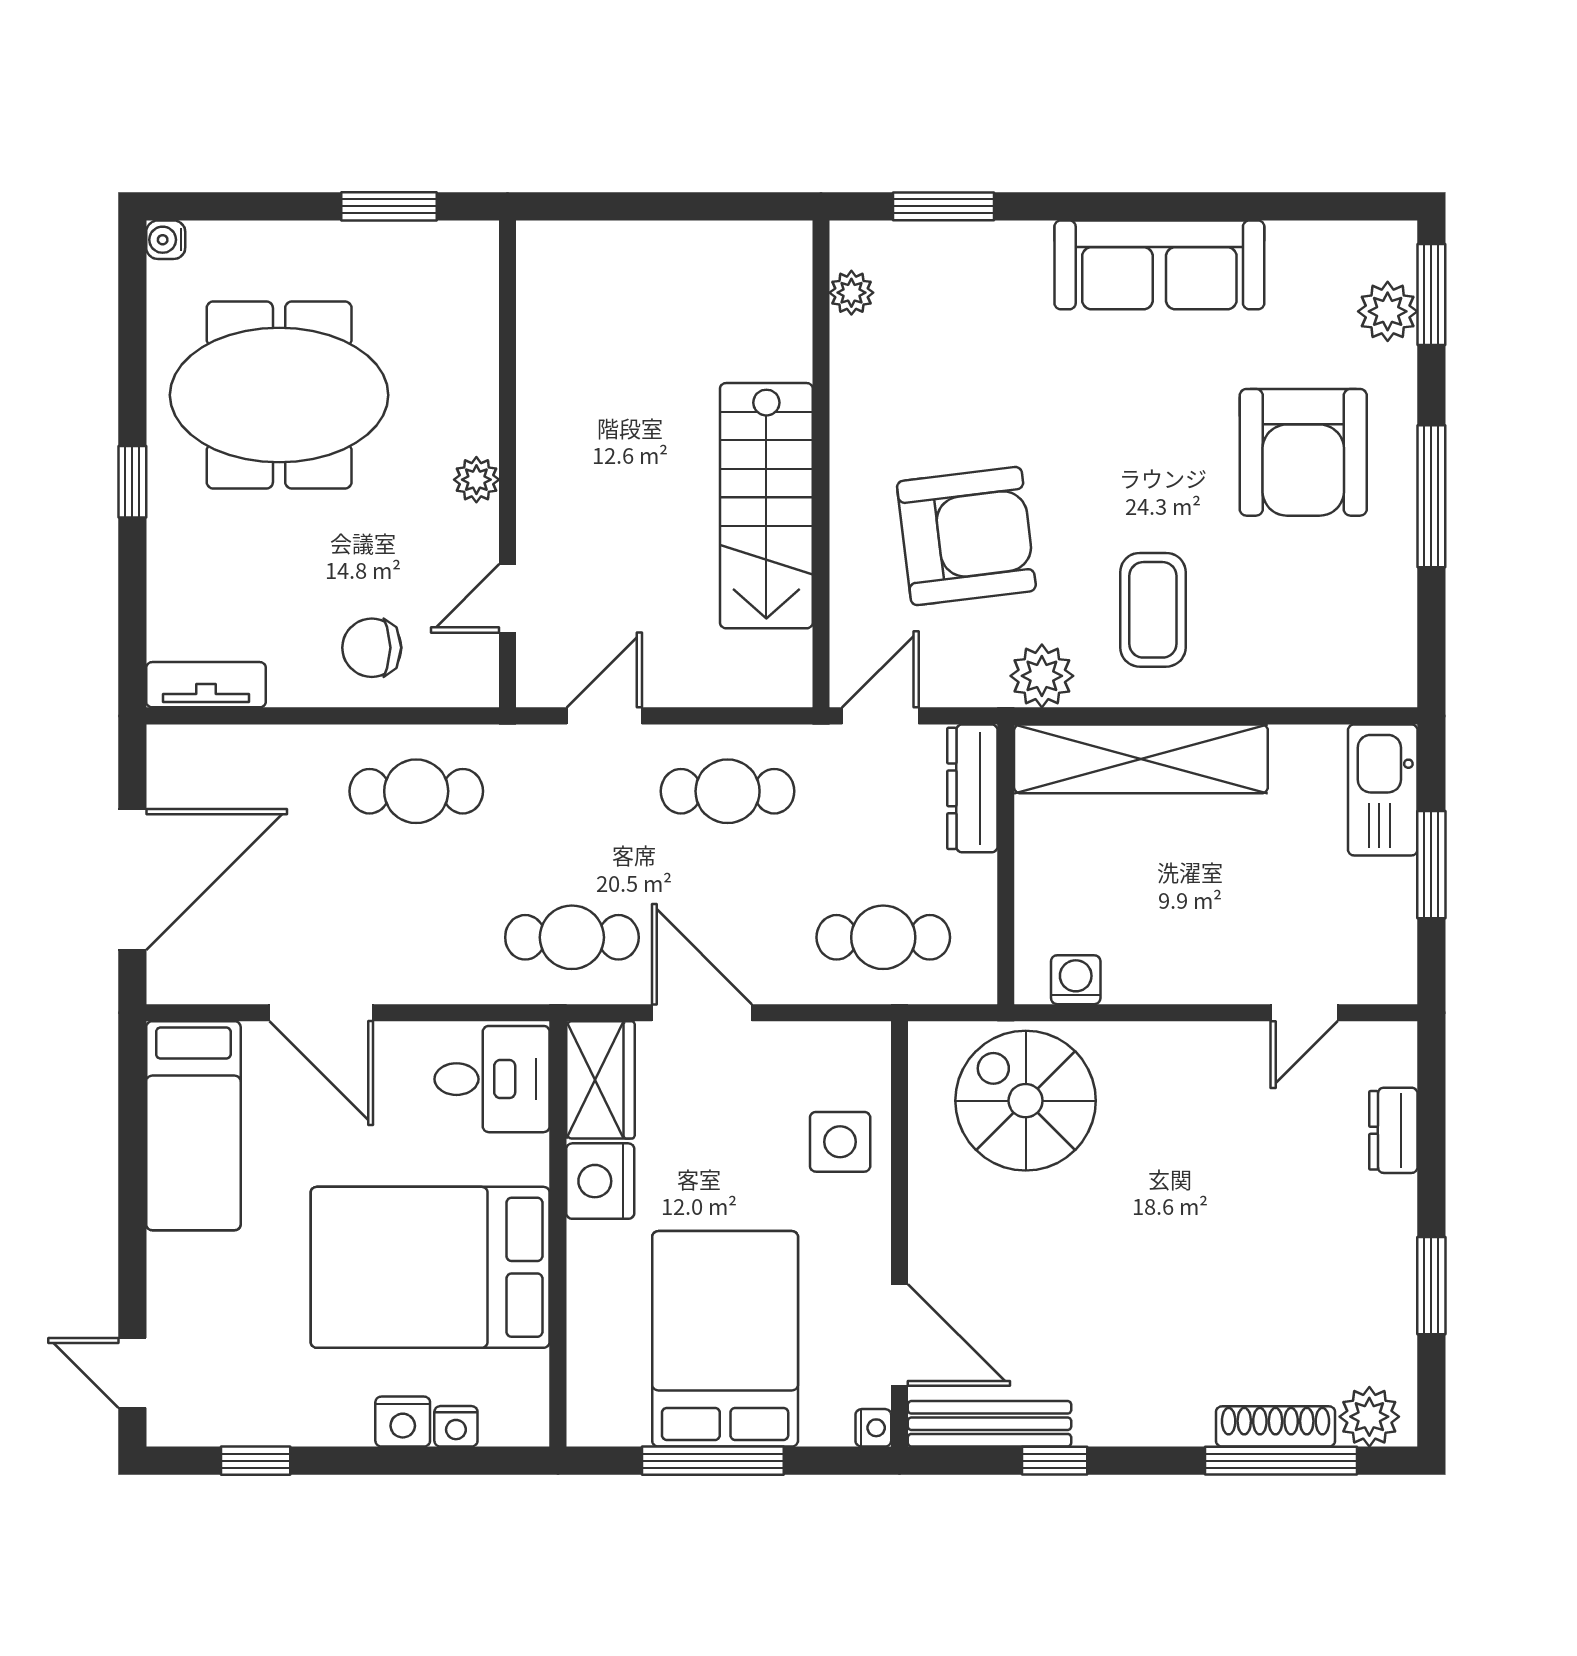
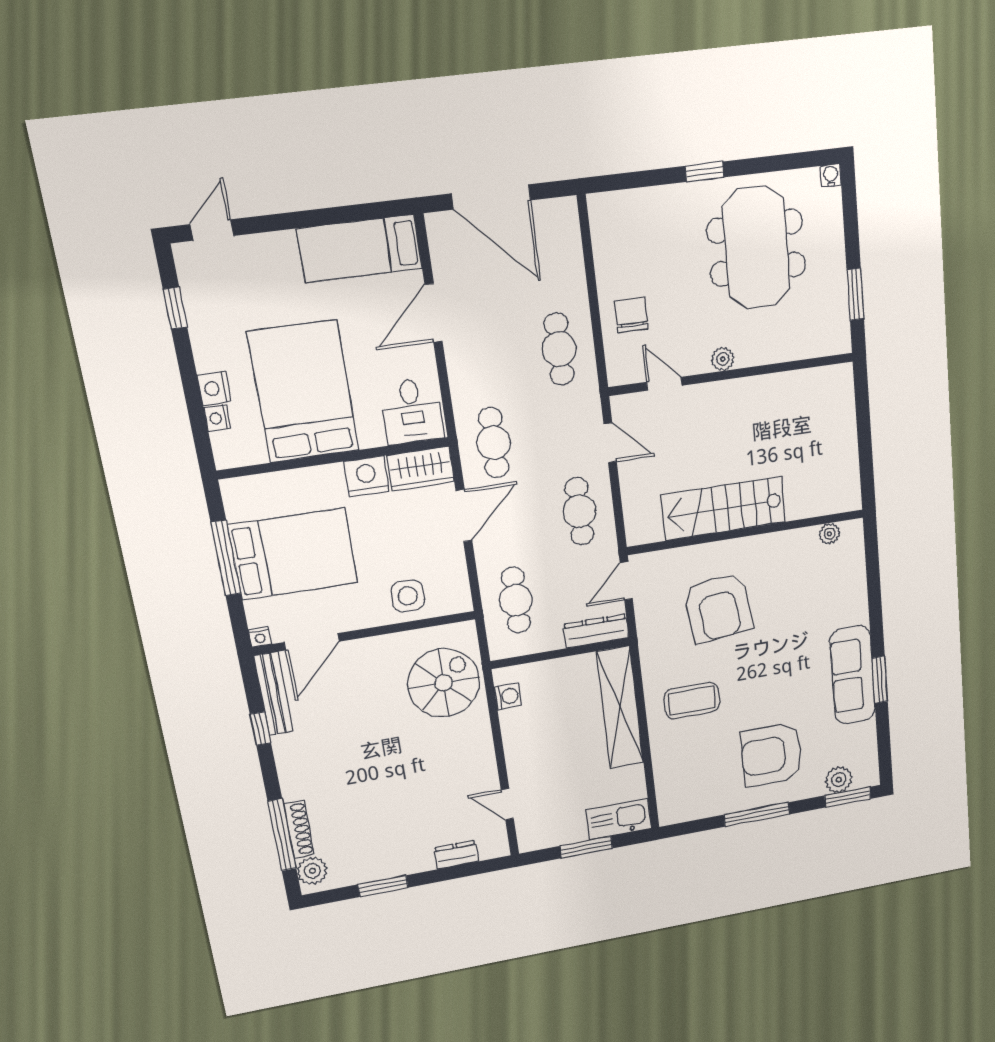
window: (943, 206) -> (880, 680), moved
plant: (1042, 676) -> (655, 655), removed
tv unit: (206, 685) -> (602, 226), removed
door: (880, 716) -> (626, 581), swing flipped

